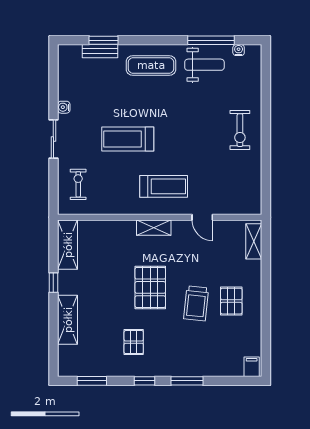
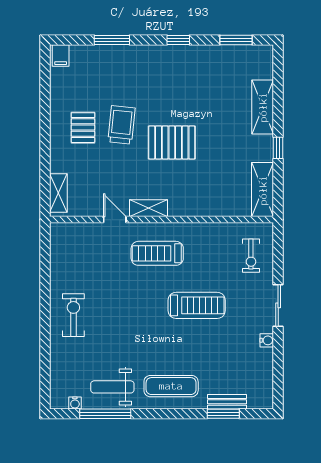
shelving: (154, 228) -> (149, 208), moved
pallet: (150, 287) -> (172, 142), turned 90
pallet: (134, 342) -> (190, 83), removed
window: (187, 381) -> (112, 40), moved

